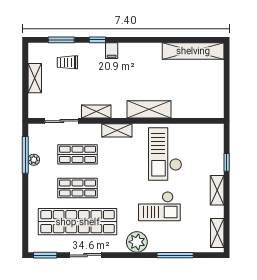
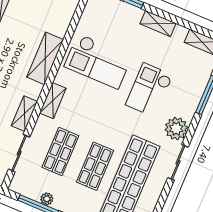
checkout: (159, 206) -> (149, 90), turned 180
sliding door: (85, 255) -> (178, 162), moved

